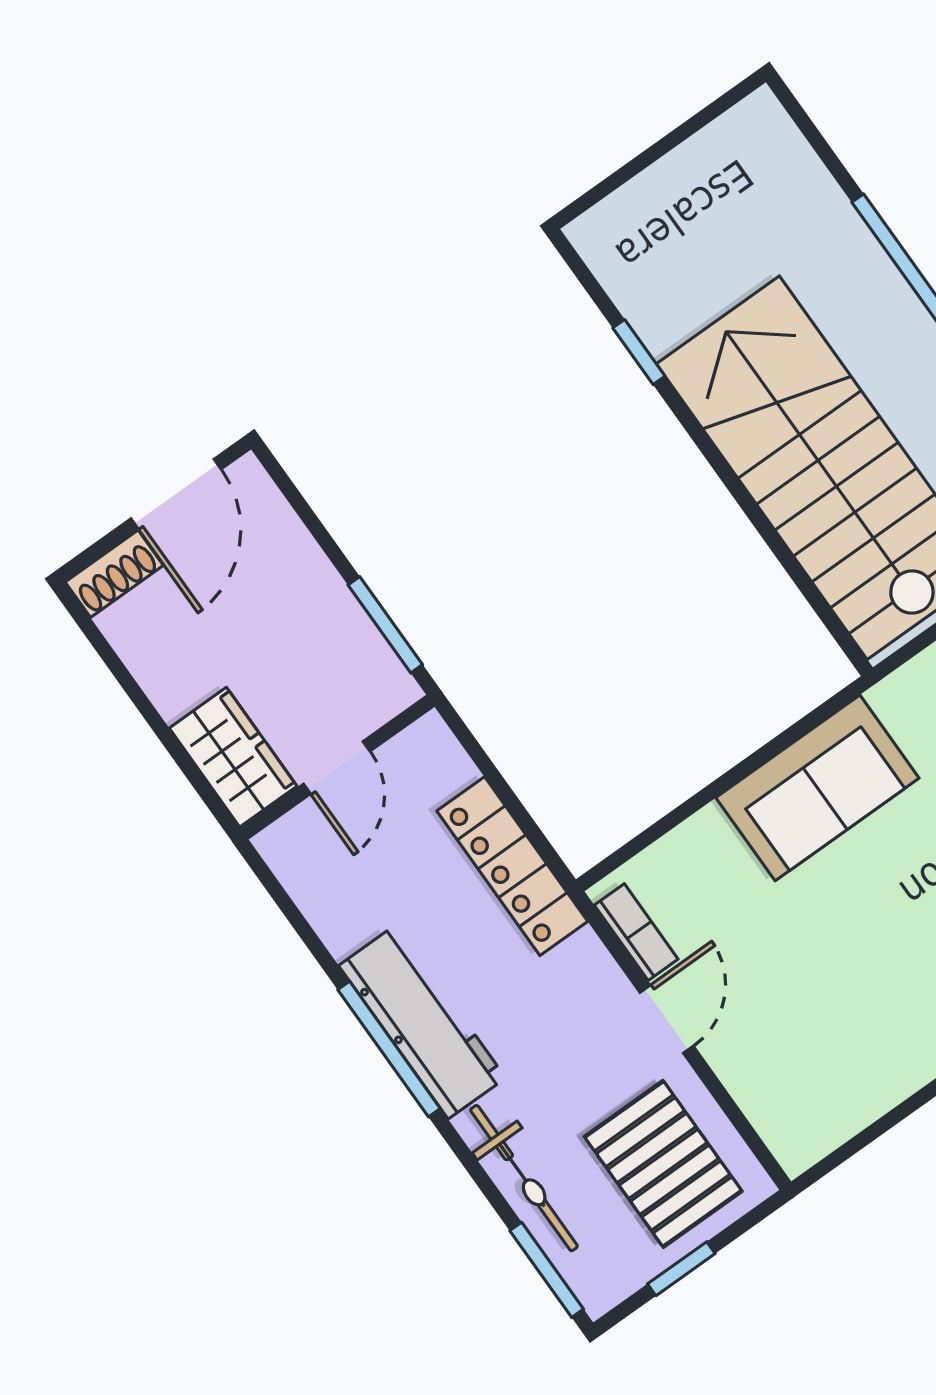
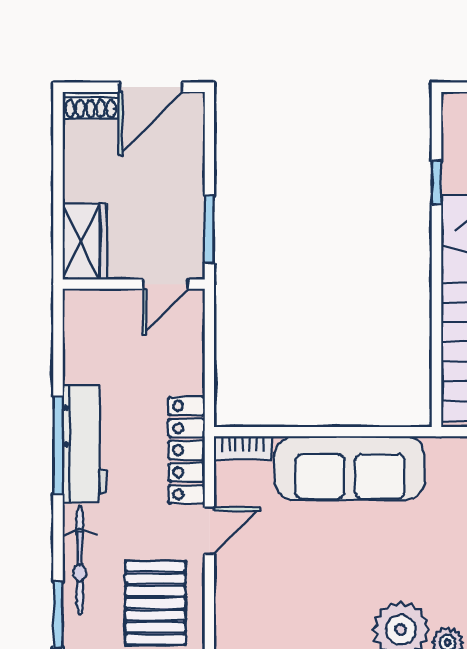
door: (337, 768) -> (165, 284), moved
sofa: (817, 788) -> (350, 468), width x1.36
locker: (512, 866) -> (187, 450), moved
bookcase: (636, 932) -> (243, 448), moved, turned 90

